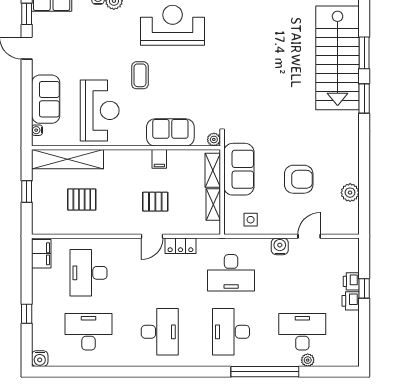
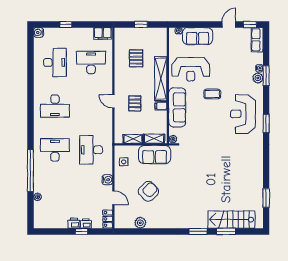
reception desk: (173, 25) -> (243, 114), turned 180
stairs: (338, 58) -> (231, 220), width x0.73, depth x0.66
sofa: (170, 132) -> (177, 107), width x1.36
shelving: (68, 159) -> (161, 79), moved
armchair: (299, 179) -> (148, 191), turned -135
locker: (180, 246) -> (108, 219), moved
desk: (302, 332) -> (55, 194), removed

